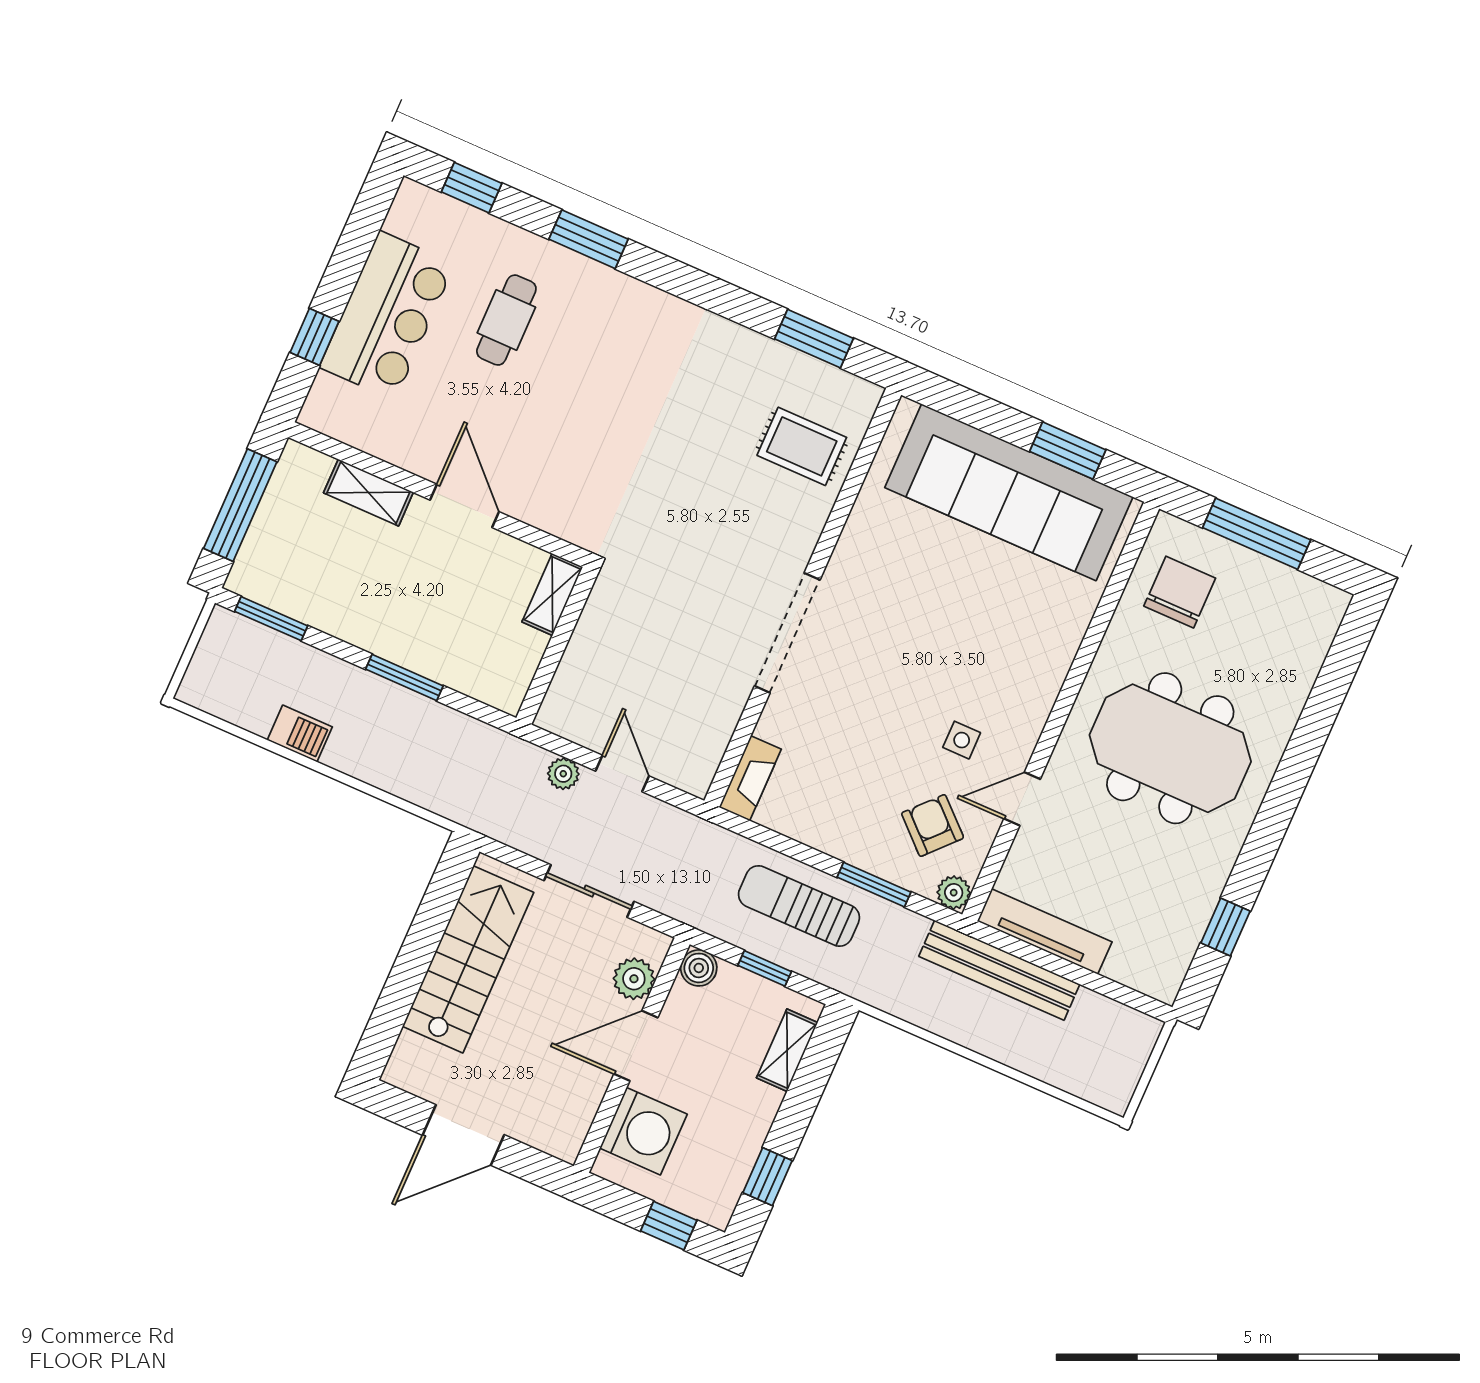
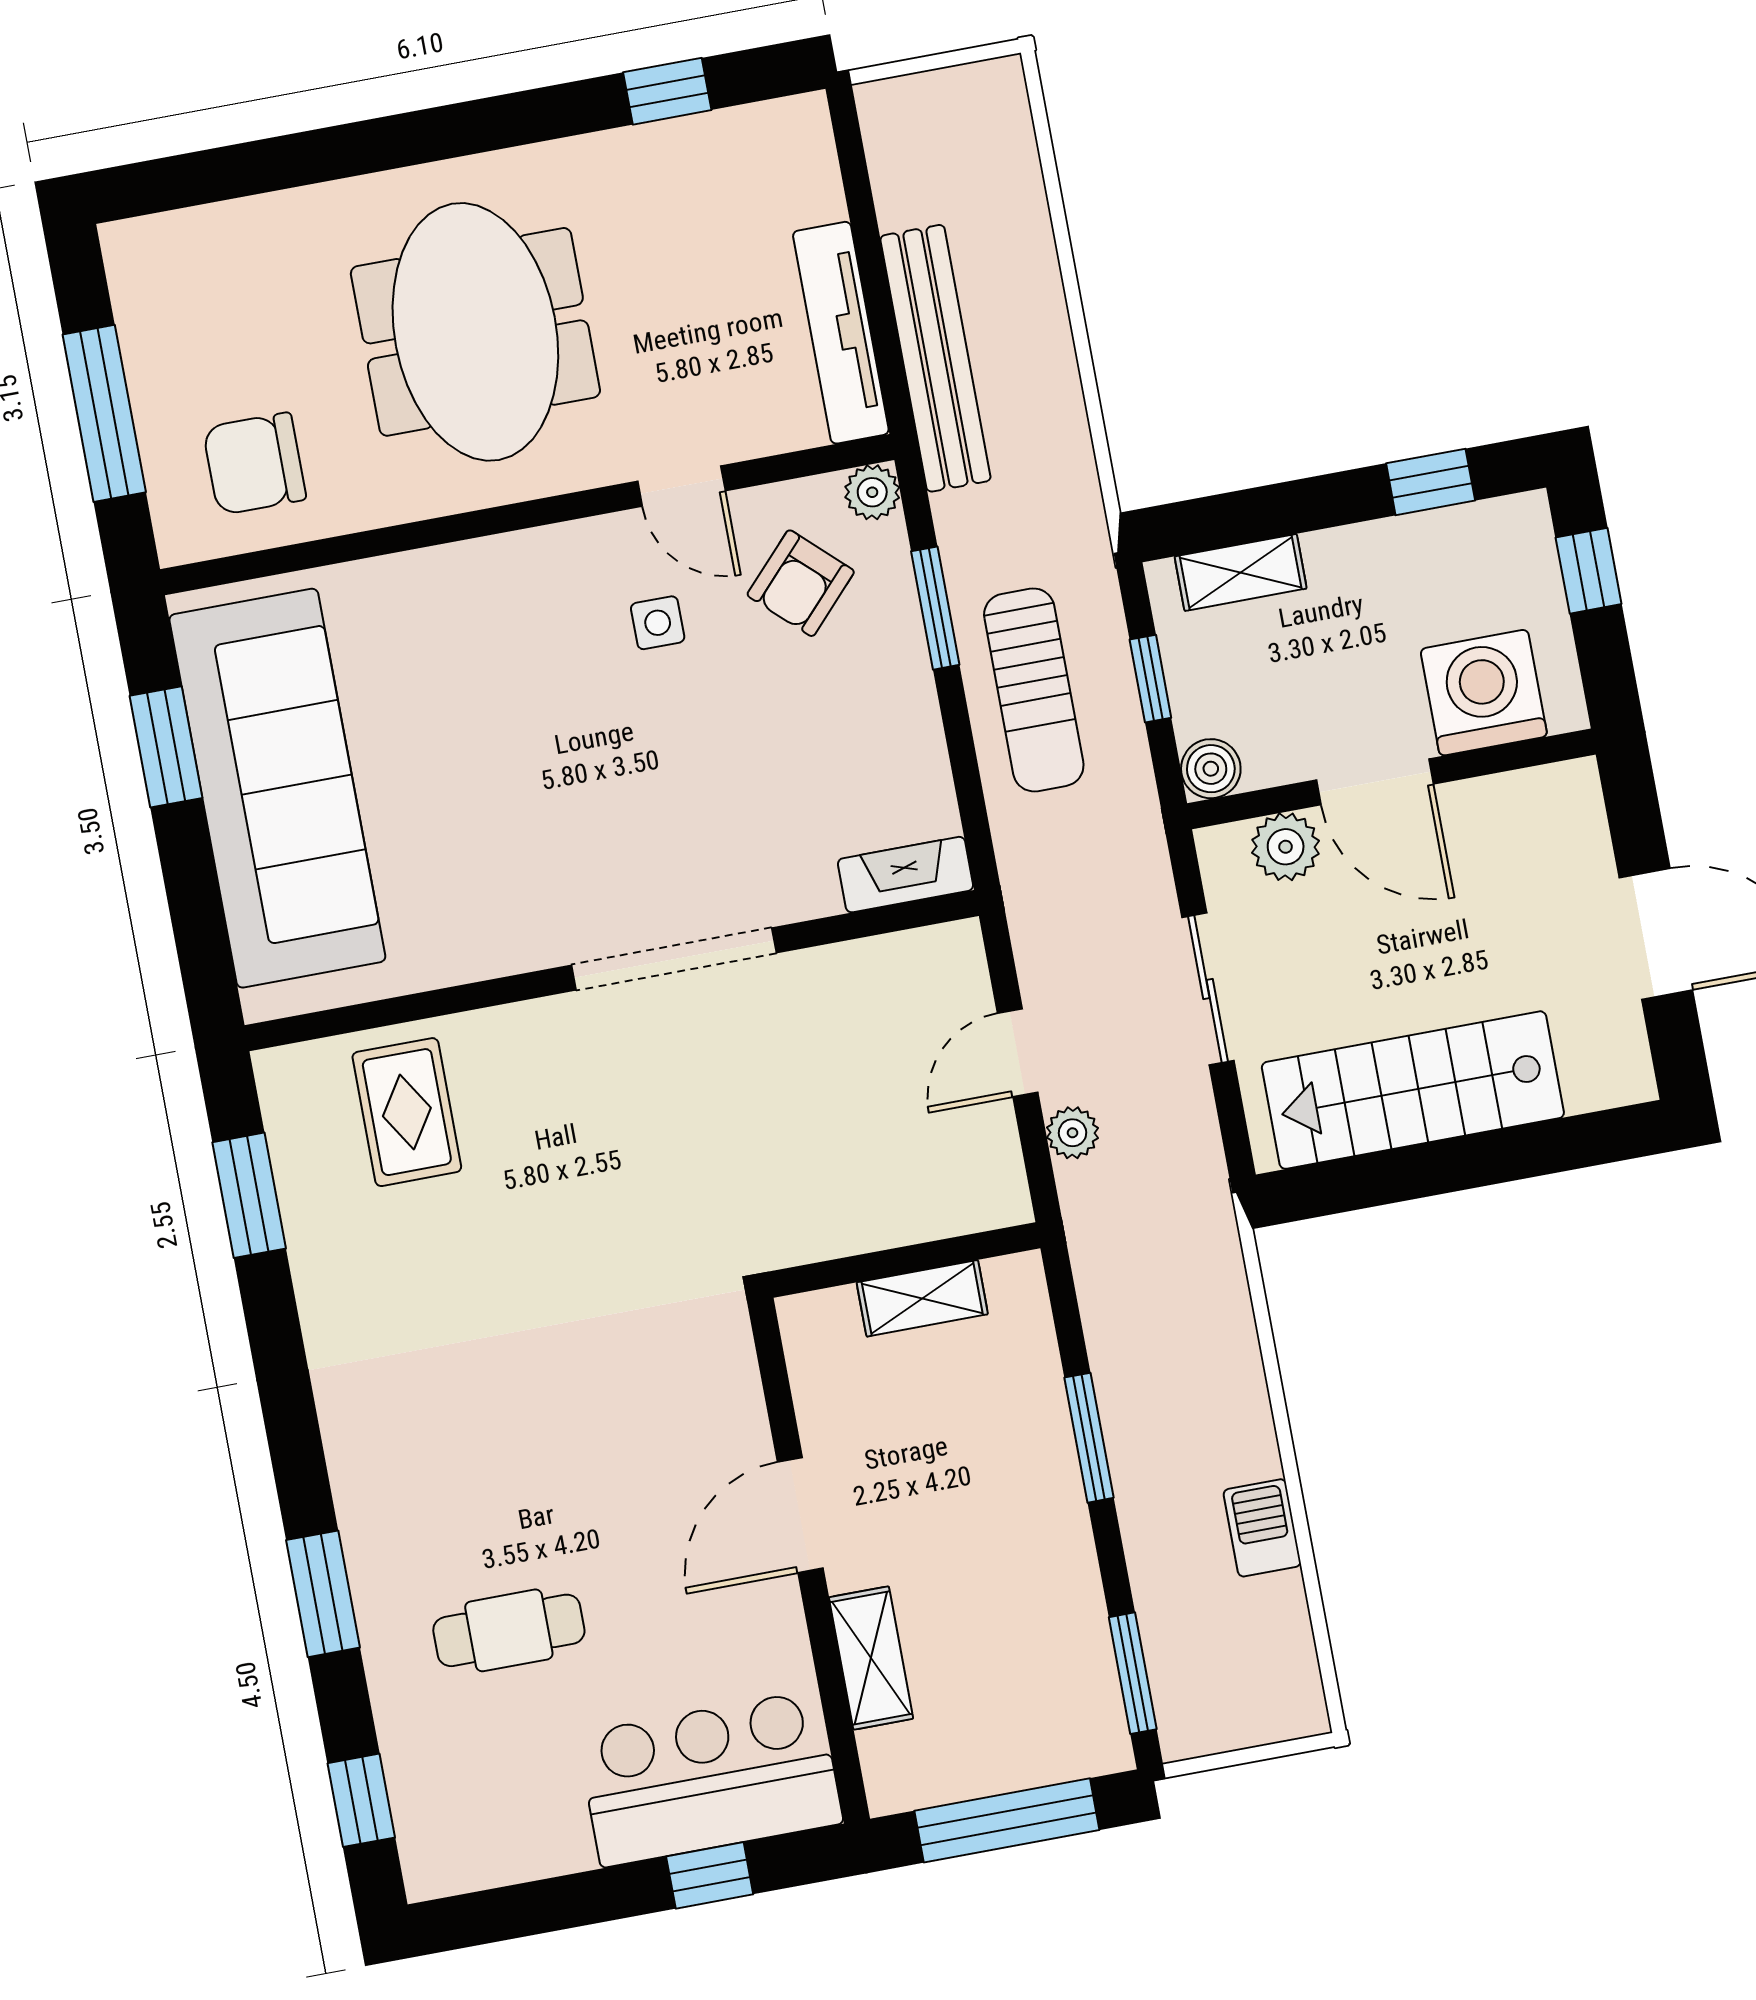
bar counter: (387, 316) -> (710, 1779), moved
shelving: (552, 594) -> (922, 1298), moved

